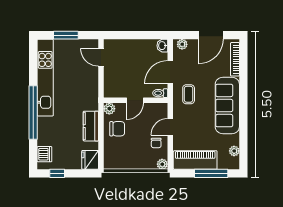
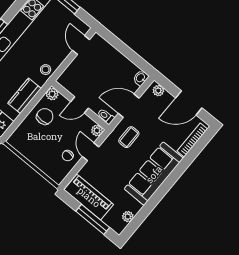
stool: (90, 95) -> (46, 70), added
door: (170, 127) -> (91, 152), hinge flipped
chair: (117, 129) -> (45, 116), turned -90
plant: (162, 164) -> (97, 131), moved

